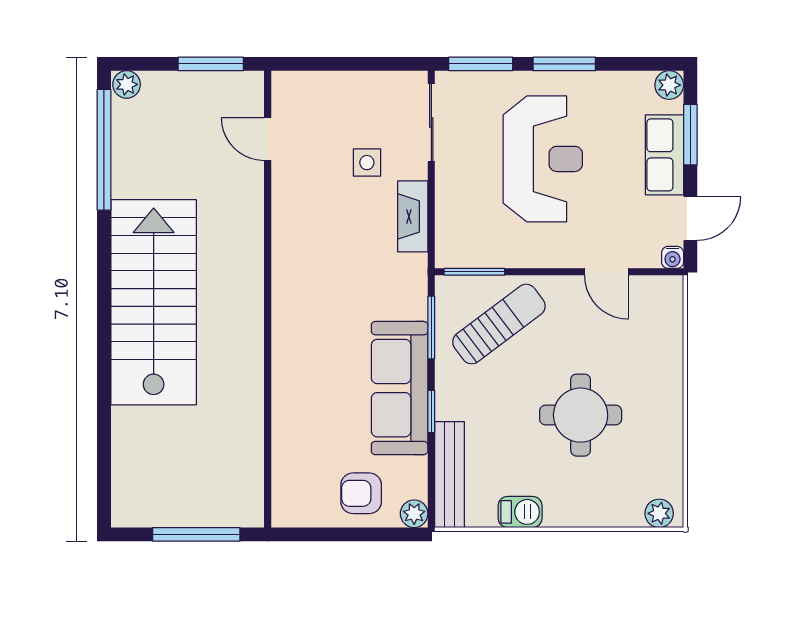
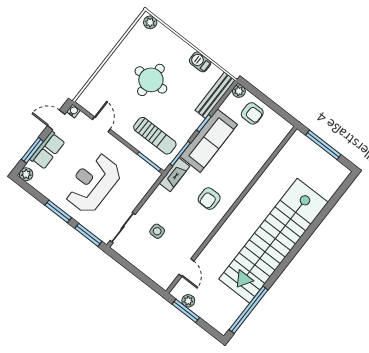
plant: (127, 84) -> (188, 301), moved
fireplace: (413, 216) -> (175, 175), moved
armchair: (321, 289) -> (209, 199), added
stairs: (154, 302) -> (273, 241), width x1.36
sun lounger: (499, 324) -> (155, 136), turned -143

